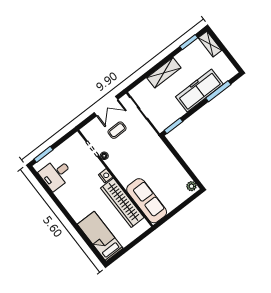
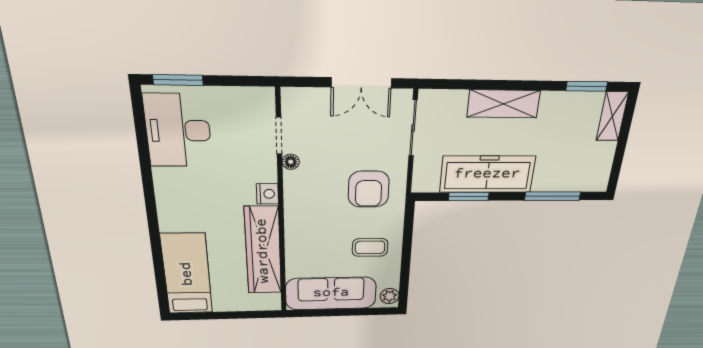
freezer: (199, 91) -> (487, 174), moved
window: (173, 126) -> (469, 196), moved
coffee table: (117, 130) -> (370, 247), moved
armchair: (142, 145) -> (369, 189), added
desk: (56, 174) -> (178, 131), width x1.37
sofa: (147, 201) -> (331, 293), moved, turned -90

